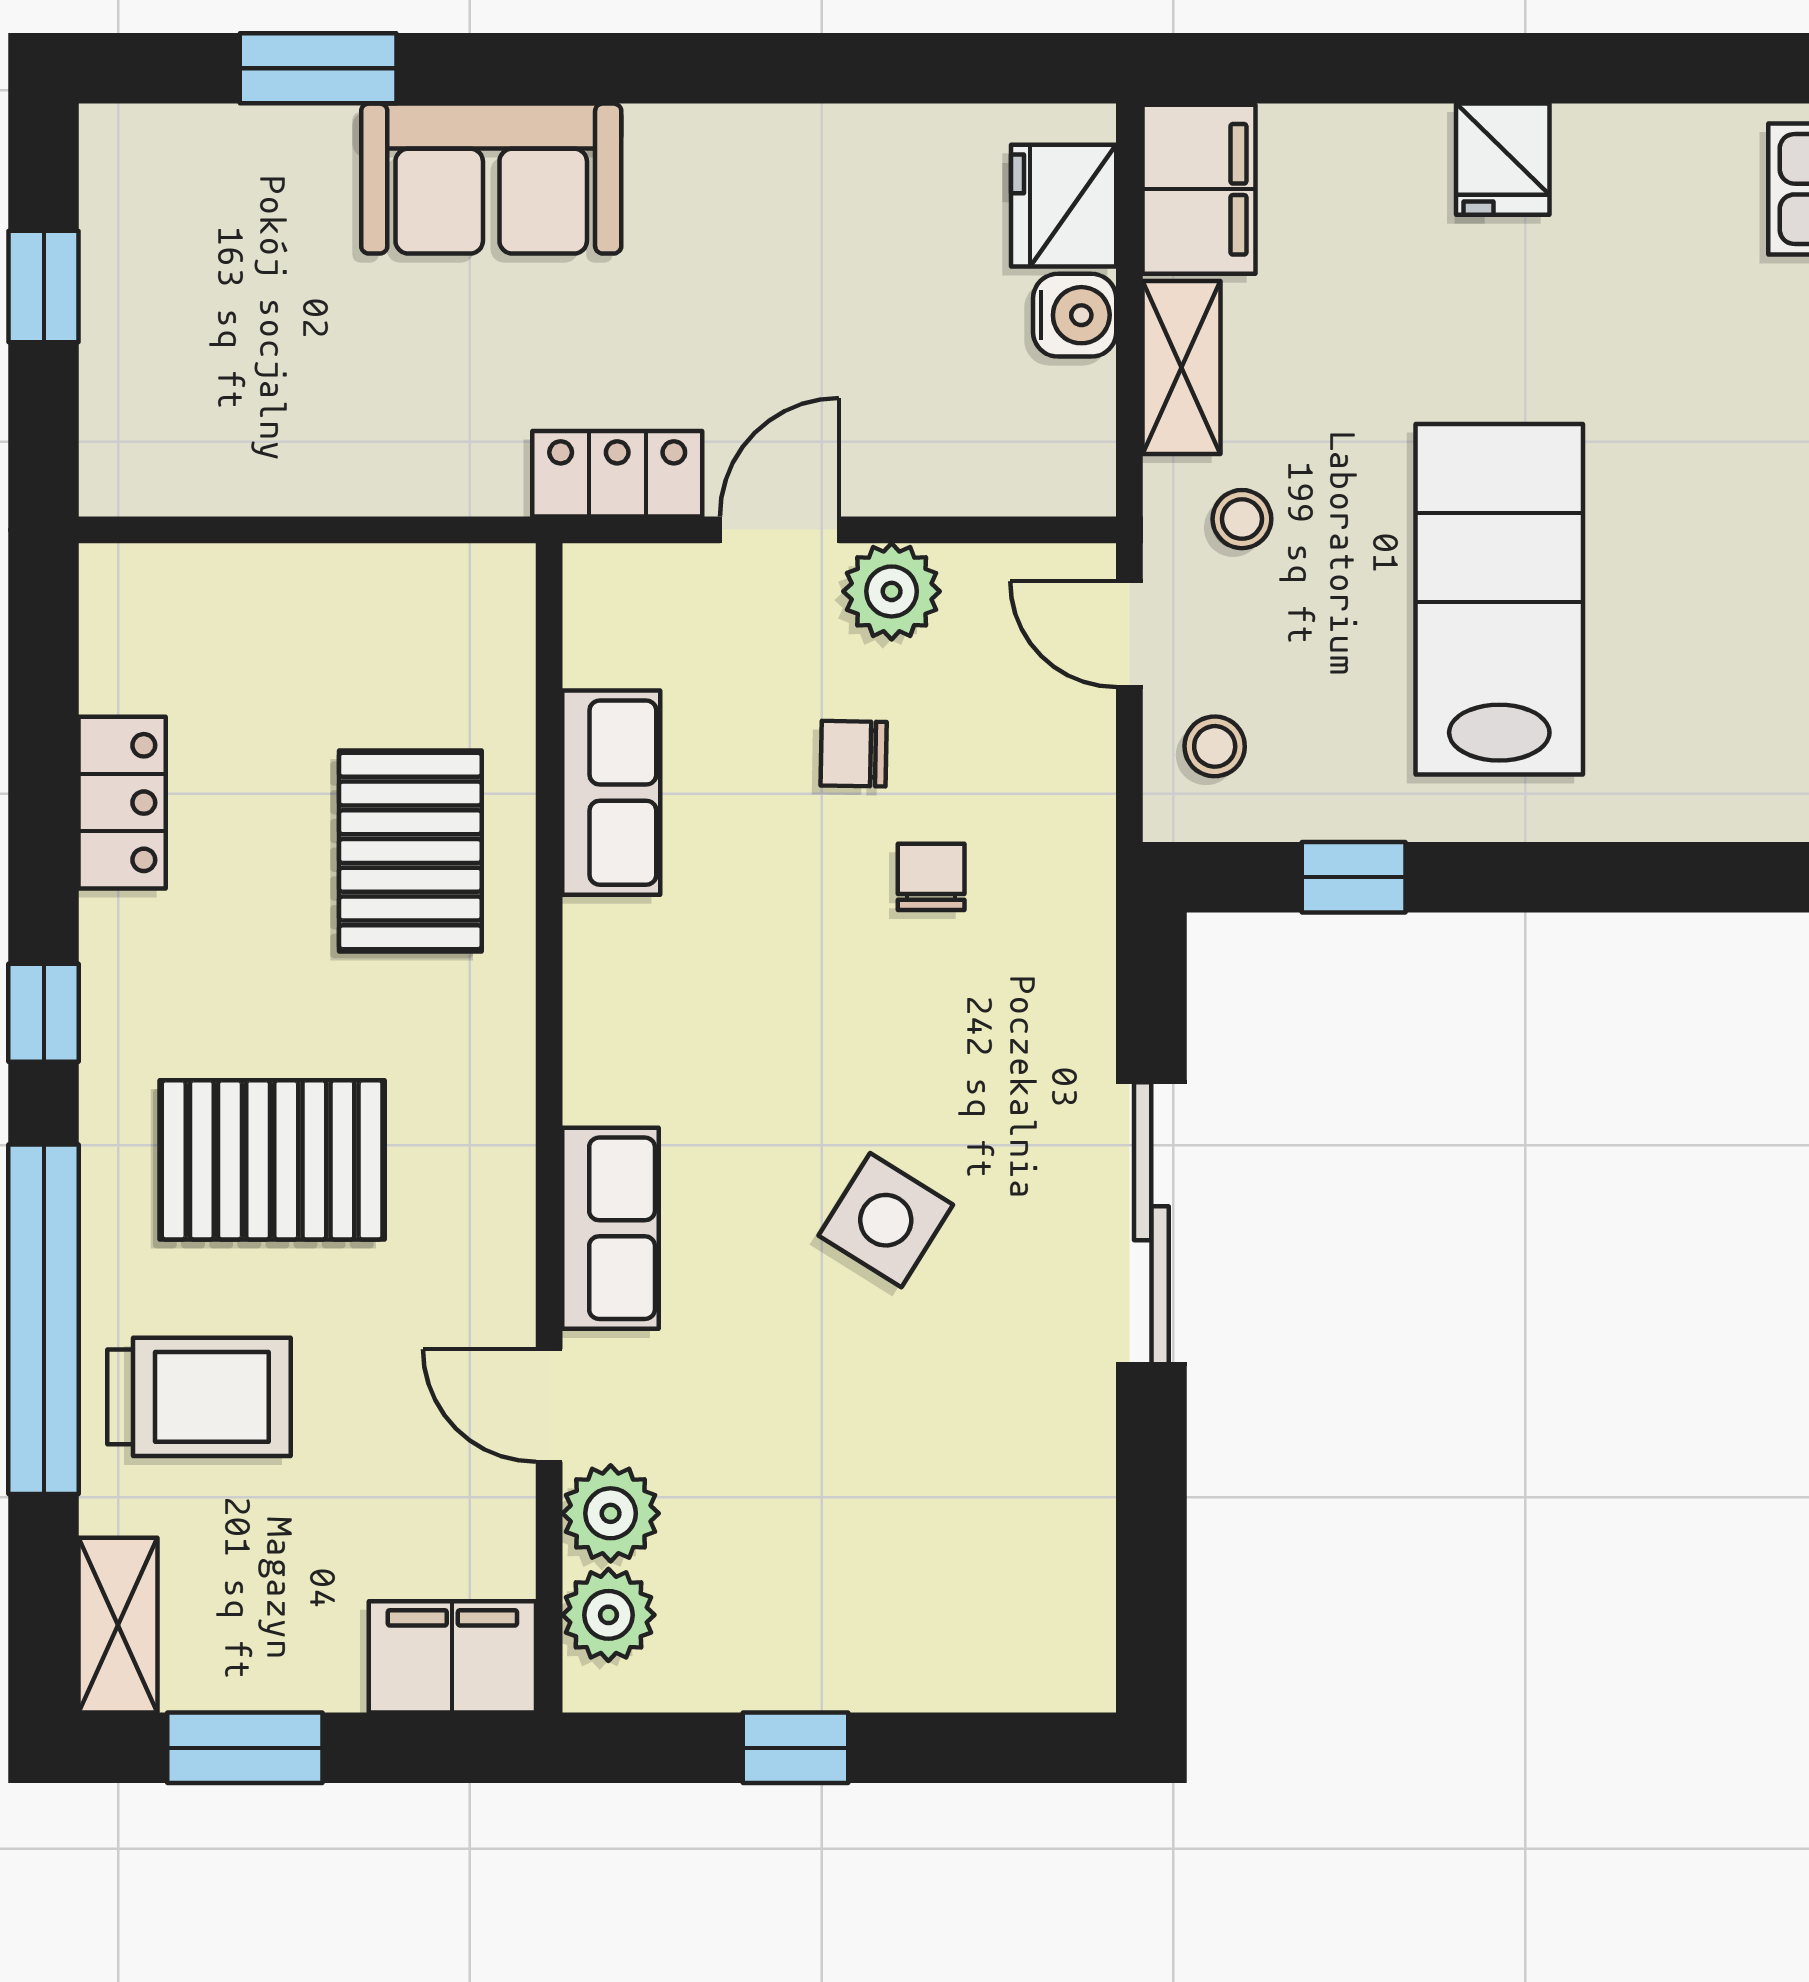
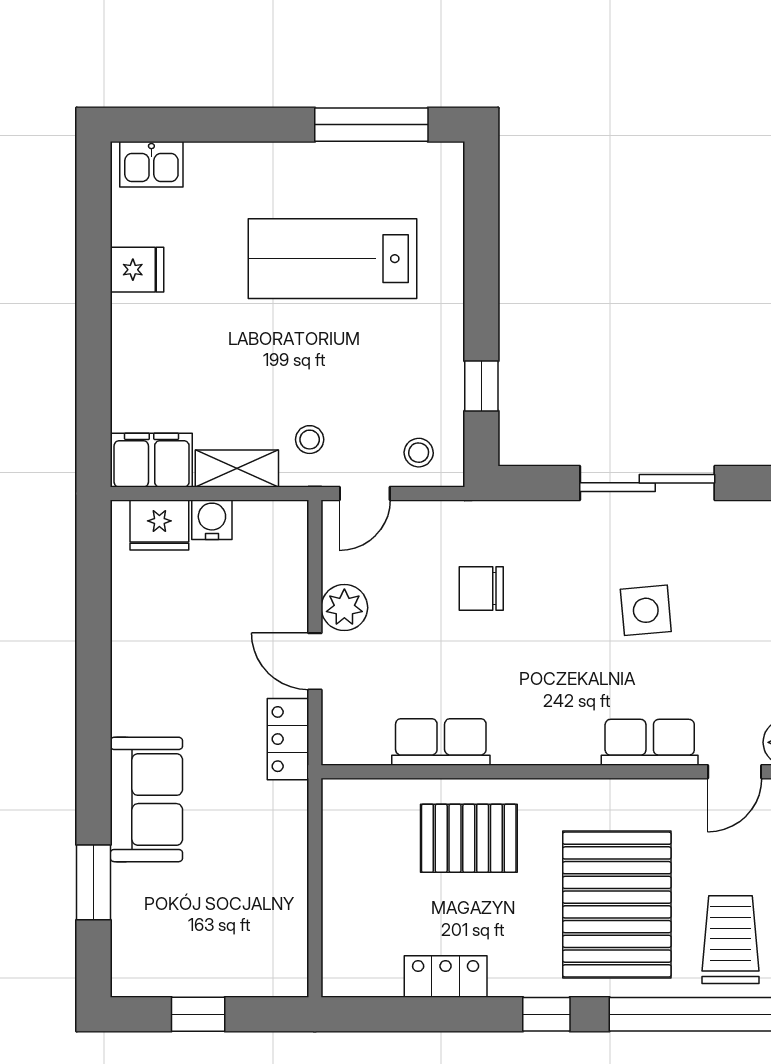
fridge: (1503, 159) -> (137, 270), moved
lab bench: (1499, 599) -> (333, 259), moved
chair: (854, 754) -> (422, 626), removed
chair: (931, 877) -> (481, 589), width x1.37, depth x1.37
pallet: (272, 1160) -> (617, 905), width x1.37, depth x1.41
side table: (886, 1220) -> (646, 610), turned -37

